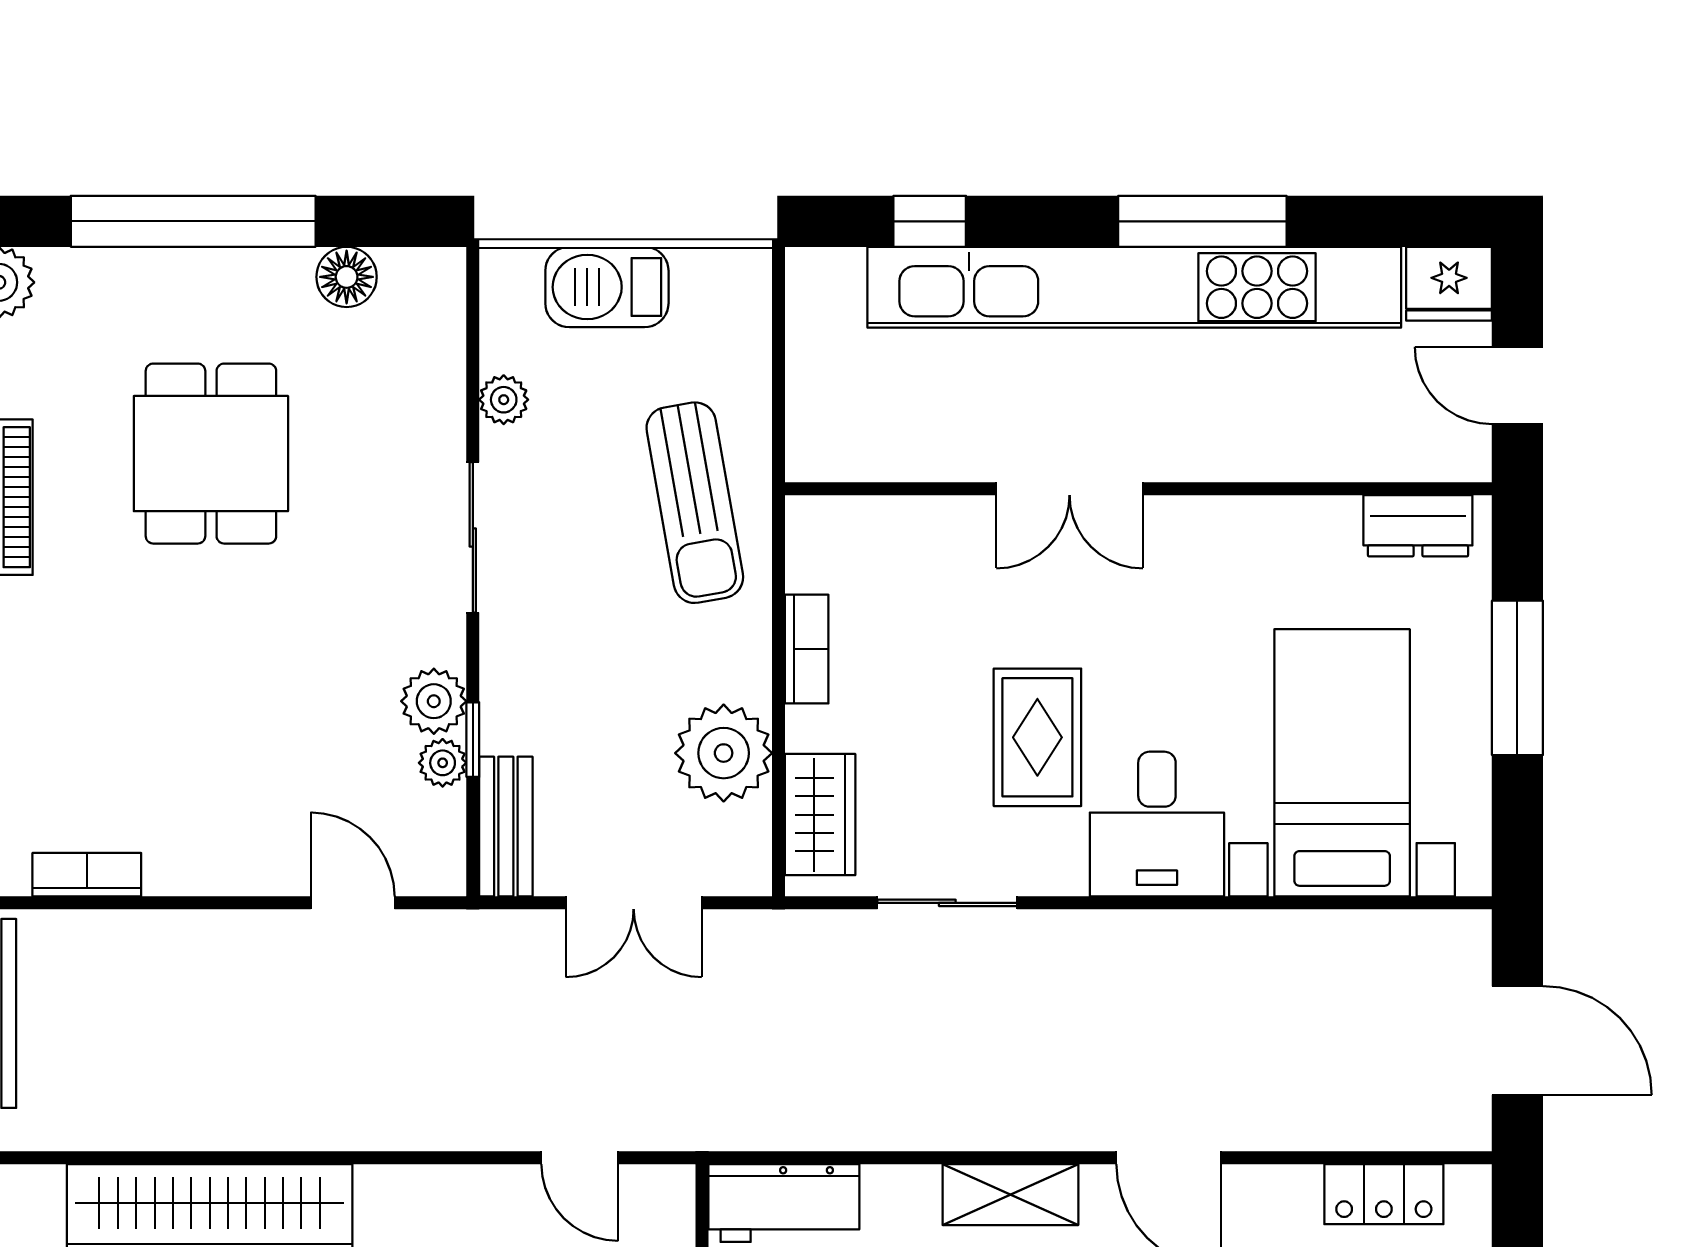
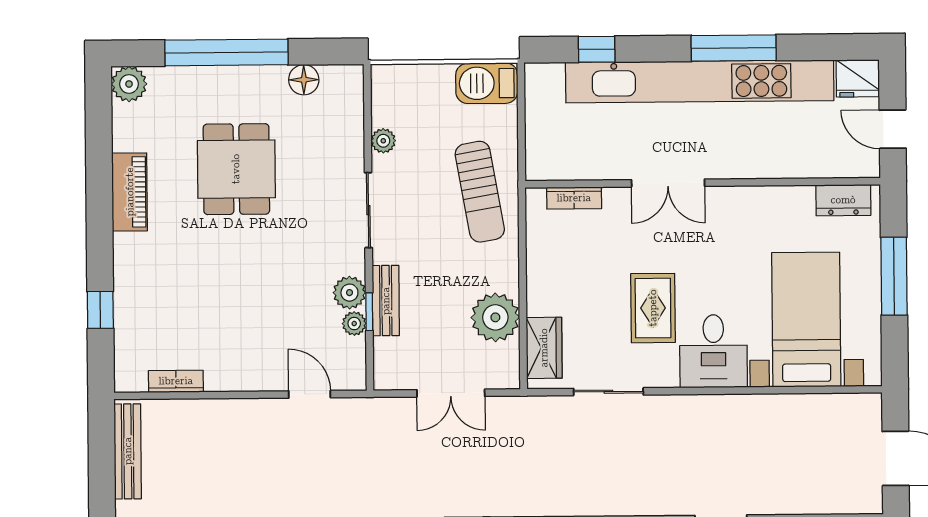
barbecue: (607, 287) -> (487, 83), moved
bookcase: (807, 649) -> (574, 198), moved, turned 90
bench: (506, 827) -> (386, 301), moved

